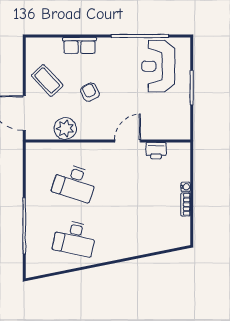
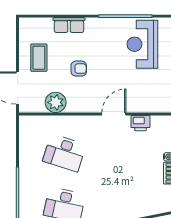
coffee table: (47, 81) -> (39, 58), turned 43
armchair: (90, 92) -> (79, 69), turned 117

